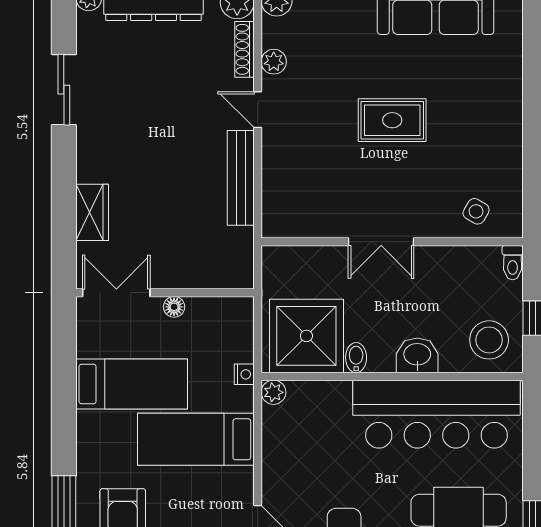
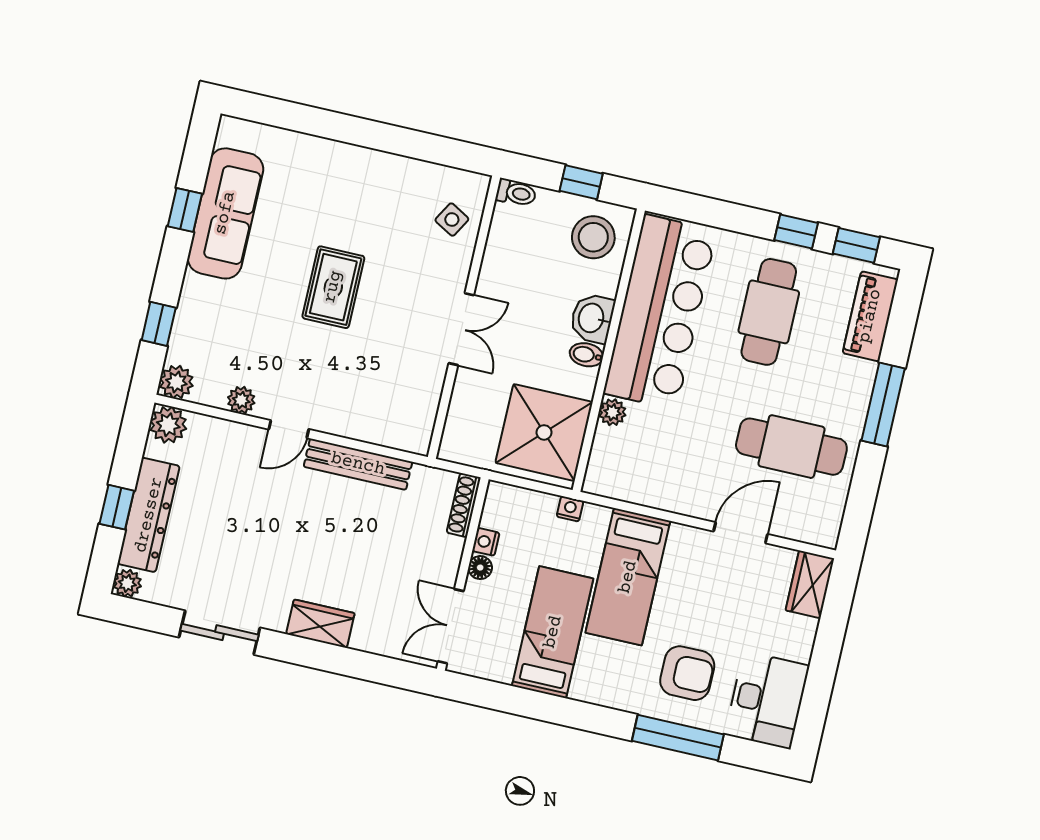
shoe rack: (244, 49) -> (464, 505), moved, turned 90
wardrobe: (92, 212) -> (320, 624), moved
nightstand: (198, 307) -> (486, 542), added
bidet: (356, 358) -> (586, 355), moved
plant: (273, 392) -> (612, 412), moved

